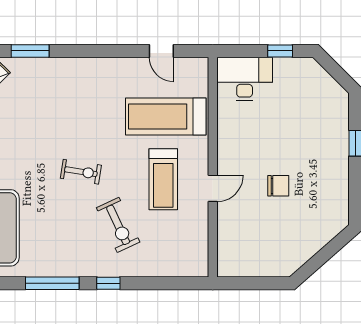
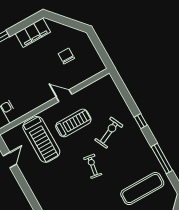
chair: (278, 186) -> (66, 56), moved
filing cabinet: (335, 195) -> (33, 33), added
window: (52, 283) -> (162, 159), moved

